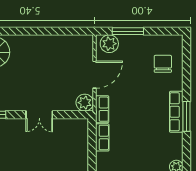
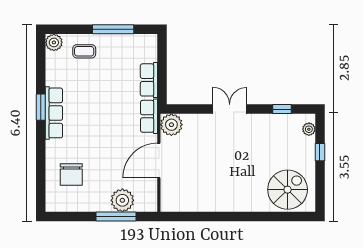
plant: (109, 44) -> (122, 200), moved
window: (187, 116) -> (41, 107), width x0.69
coffee table: (153, 160) -> (84, 51), added

